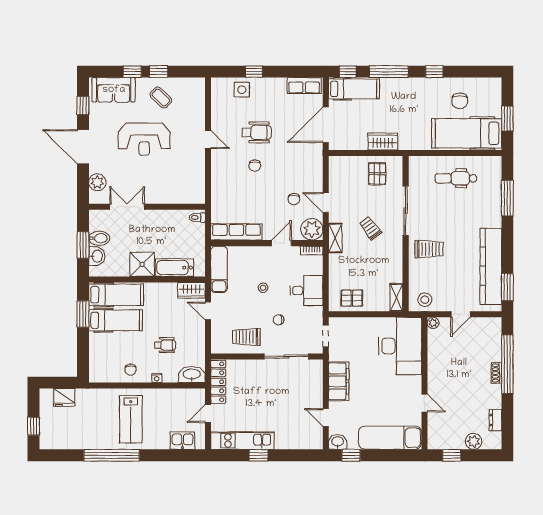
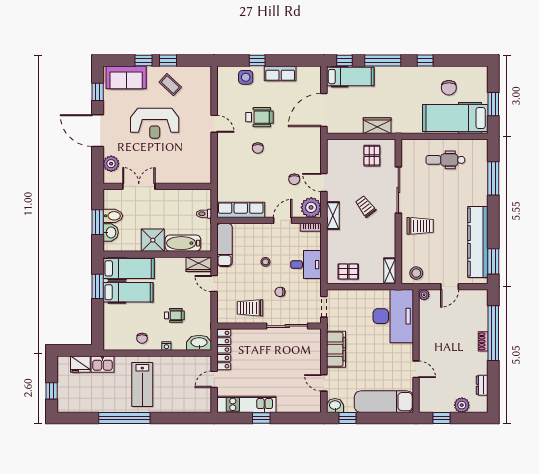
row of seats: (304, 86) -> (280, 73), moved
toilet: (197, 217) -> (204, 214), moved
kitchen sink: (183, 441) -> (103, 364), moved, turned 180

